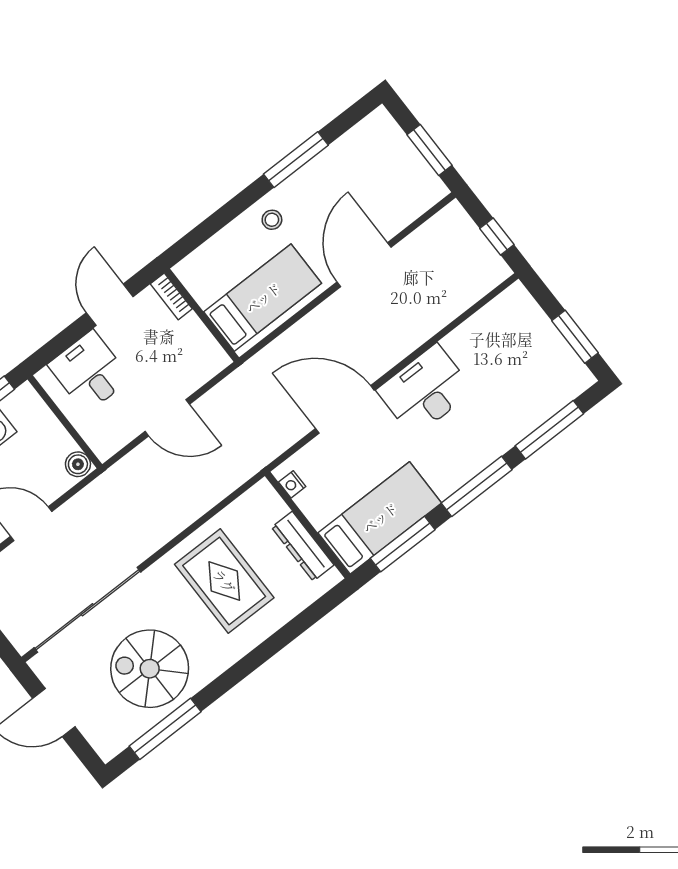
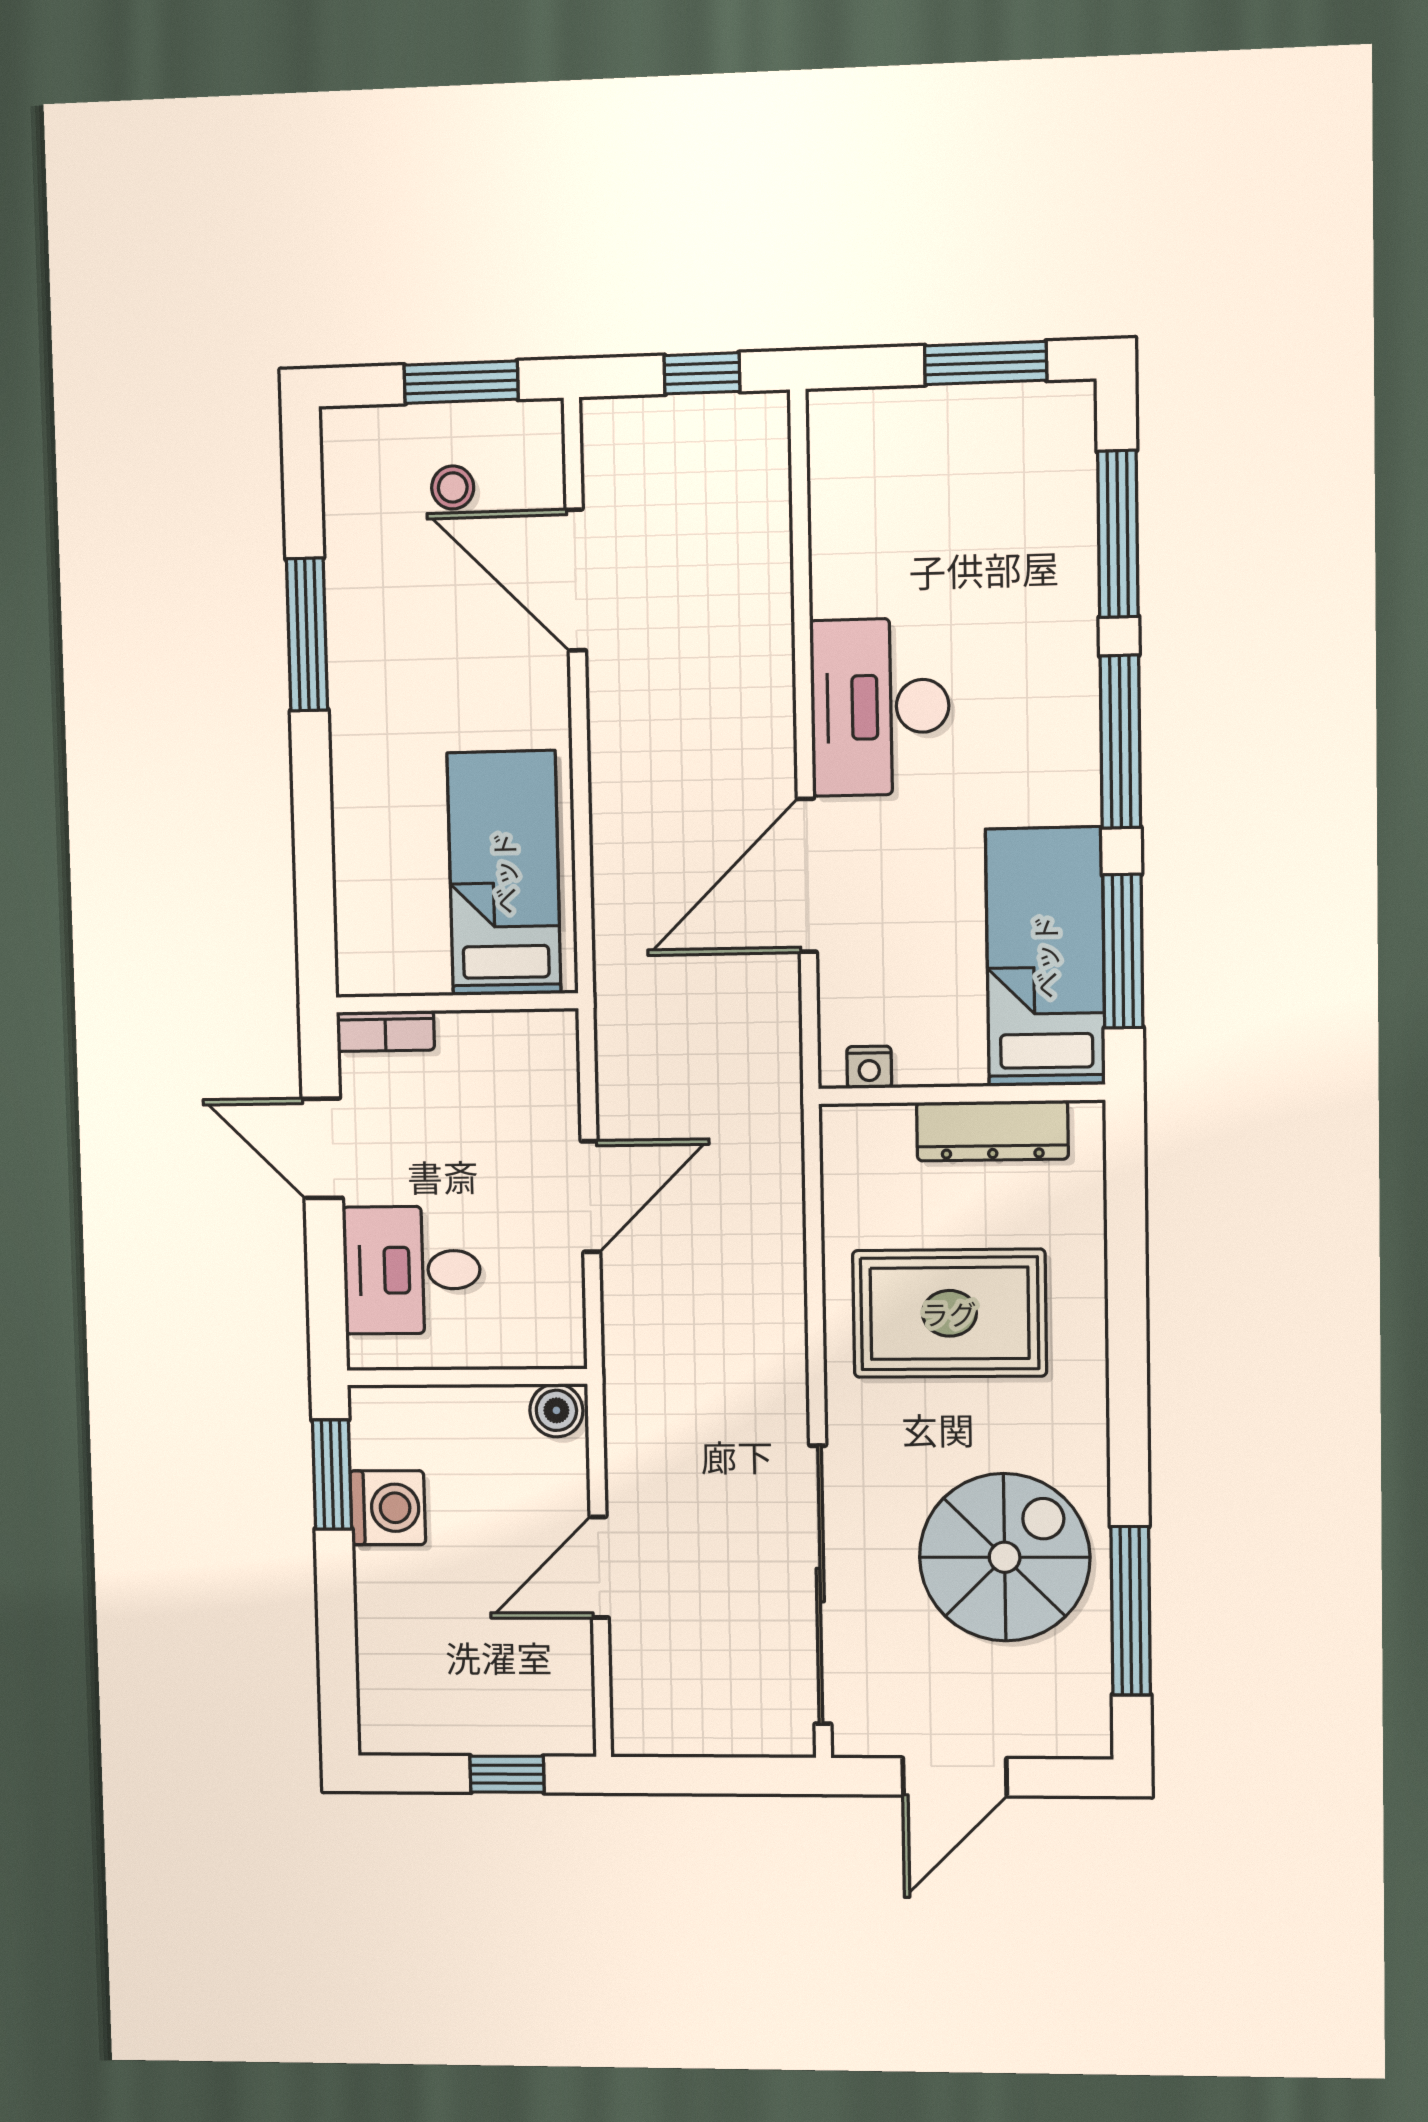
stool: (272, 220) -> (453, 487), moved
door: (364, 265) -> (576, 580), moved
spiral stairs: (150, 669) -> (1005, 1557), turned 180

